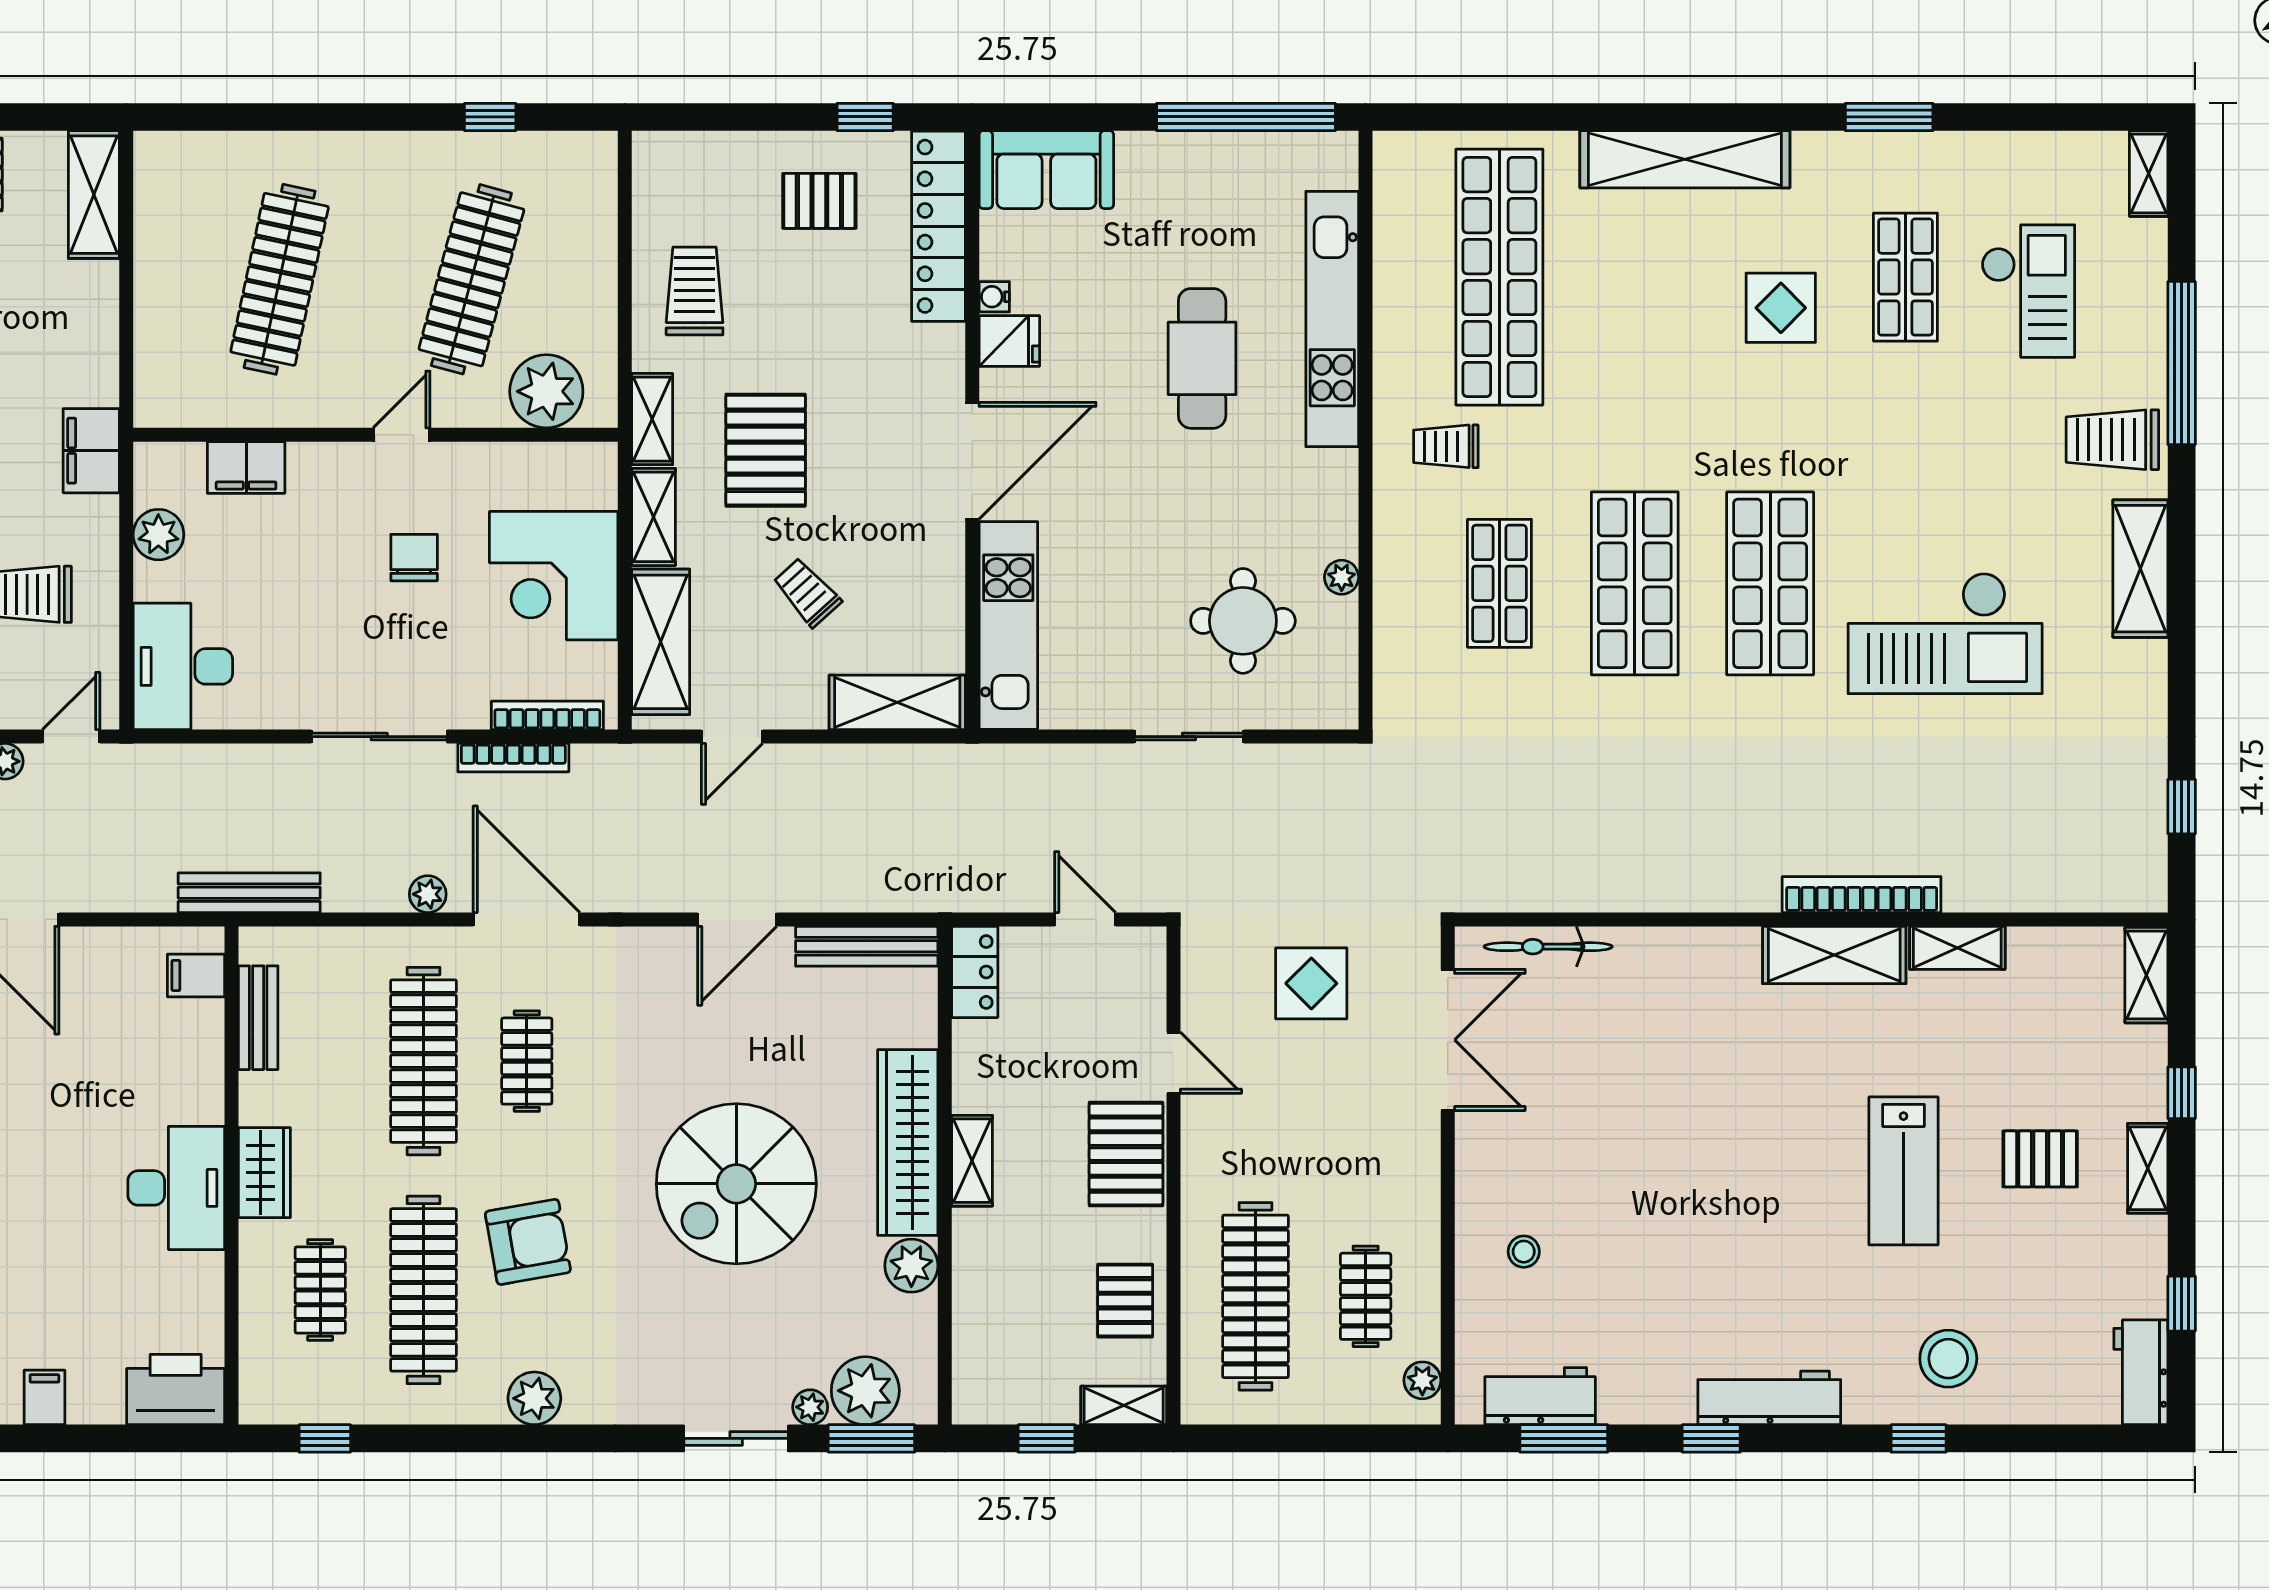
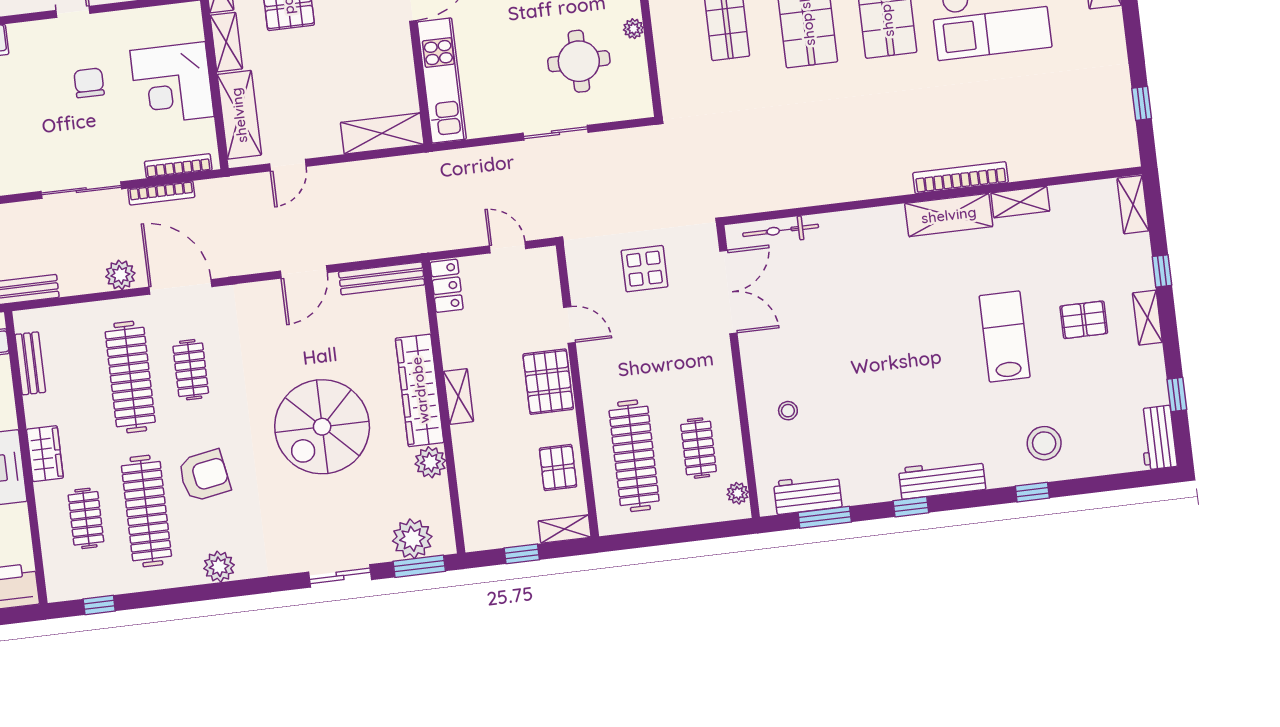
trolley: (807, 592) -> (322, 75), removed
plant: (428, 894) -> (120, 275), width x1.38, depth x1.38
lab bench: (1904, 1171) -> (1005, 336), turned 180
plant: (810, 1407) -> (381, 552), removed

